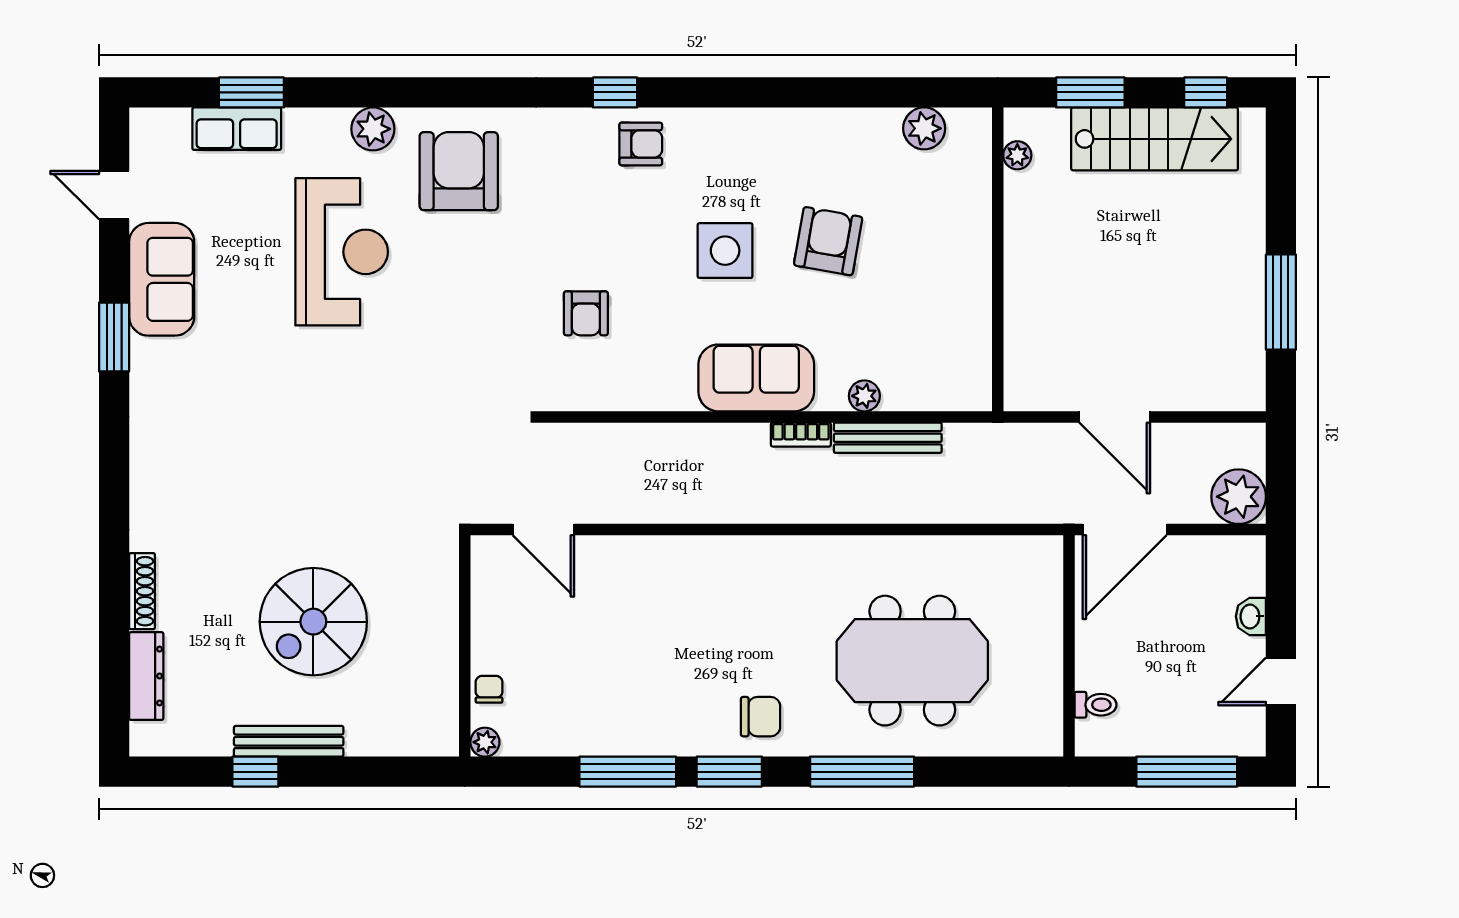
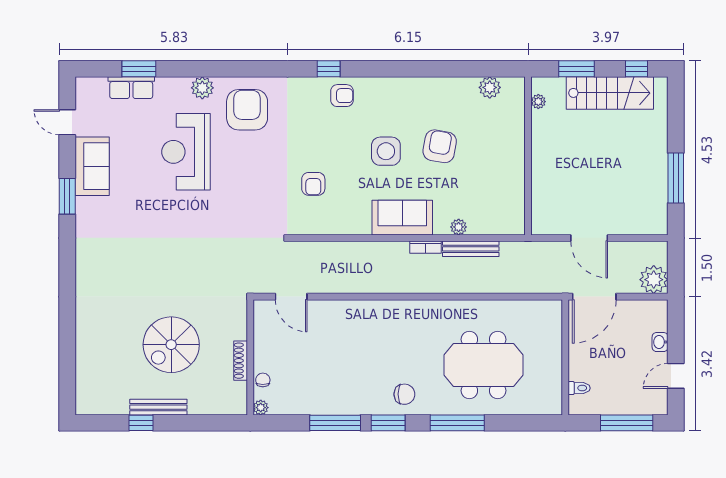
reception desk: (342, 252) -> (186, 152), turned 180
shoe rack: (142, 591) -> (241, 361), moved, turned 180
dresser: (146, 676) -> (84, 373), removed

